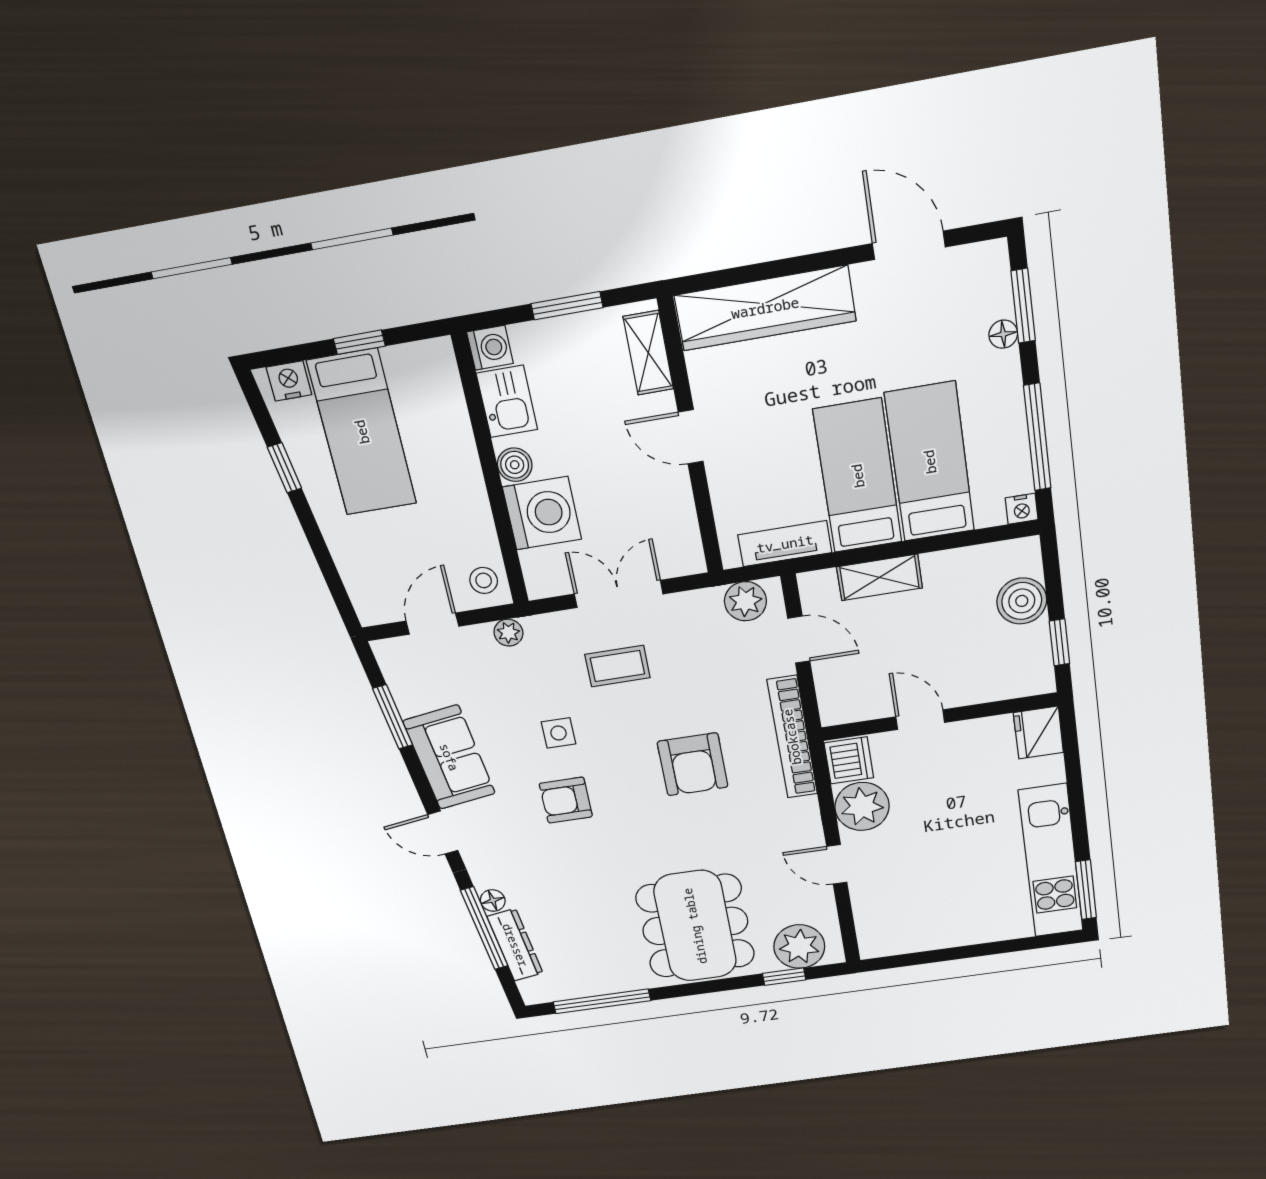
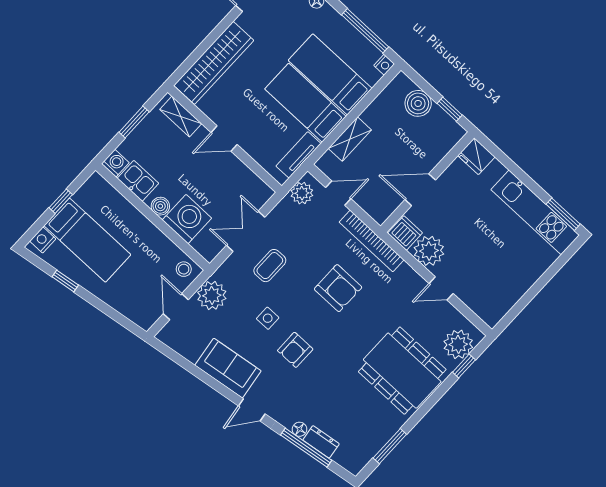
plant: (508, 633) -> (212, 295), width x1.88, depth x1.88
window: (393, 717) -> (189, 367), removed
door: (920, 720) -> (420, 190), width x1.38
dresser: (515, 945) -> (321, 442), width x0.70
window: (602, 1001) -> (390, 446), width x0.69

